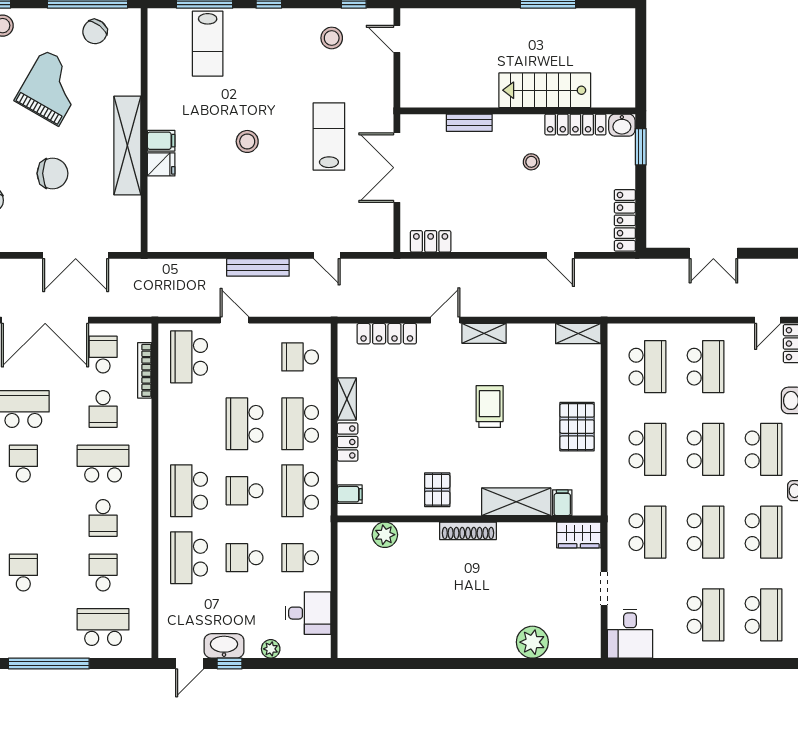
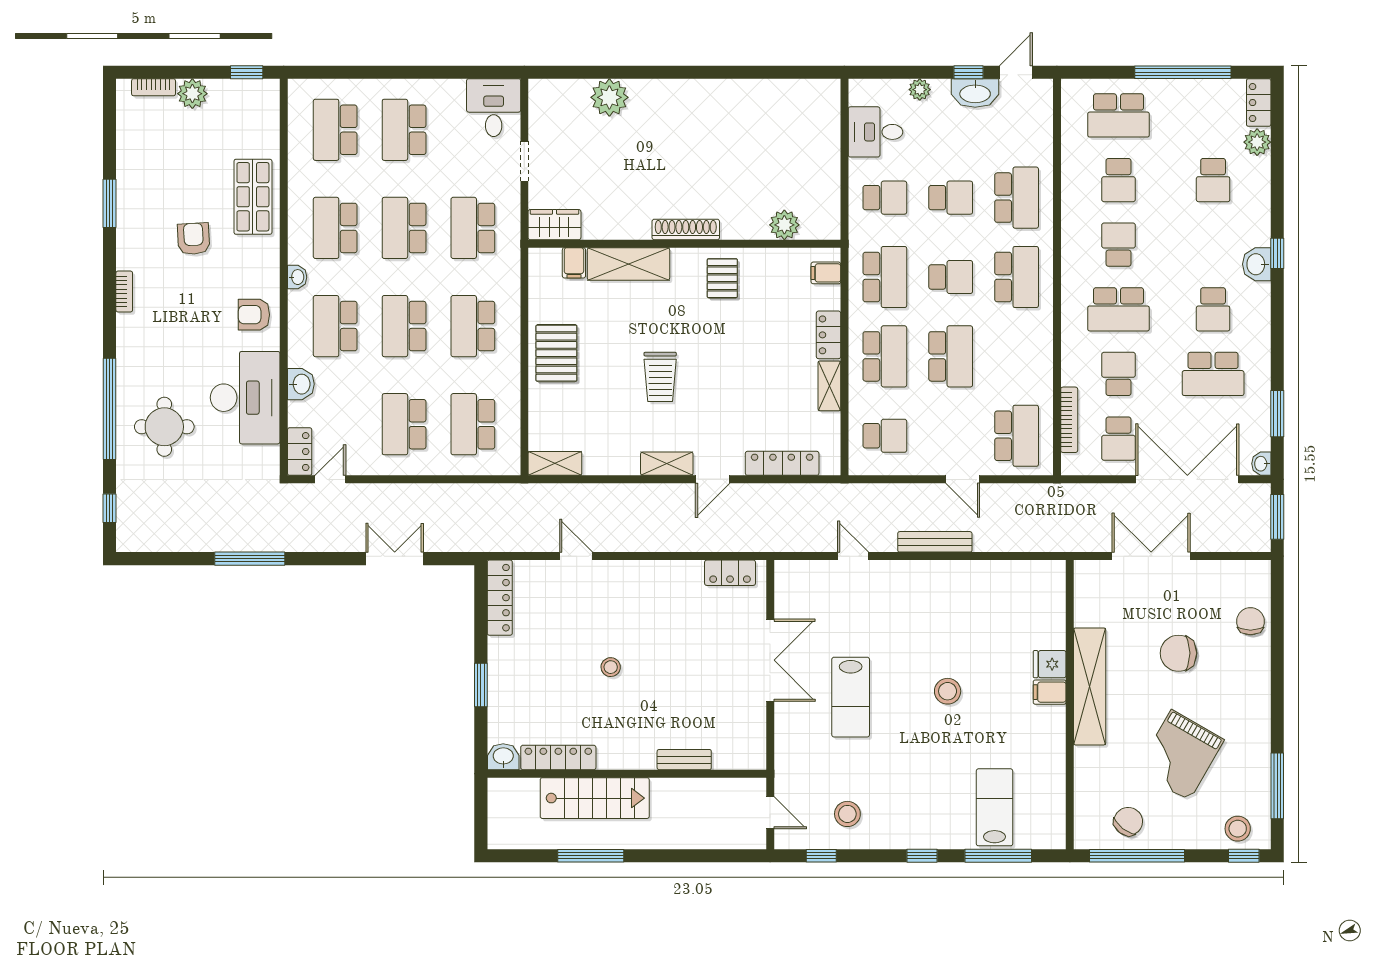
stairs: (545, 90) -> (595, 798), moved
wall: (518, 111) -> (627, 774), moved
bench: (469, 123) -> (684, 760), moved
locker: (575, 124) -> (558, 757), moved
washbasin: (622, 125) -> (503, 757), moved

